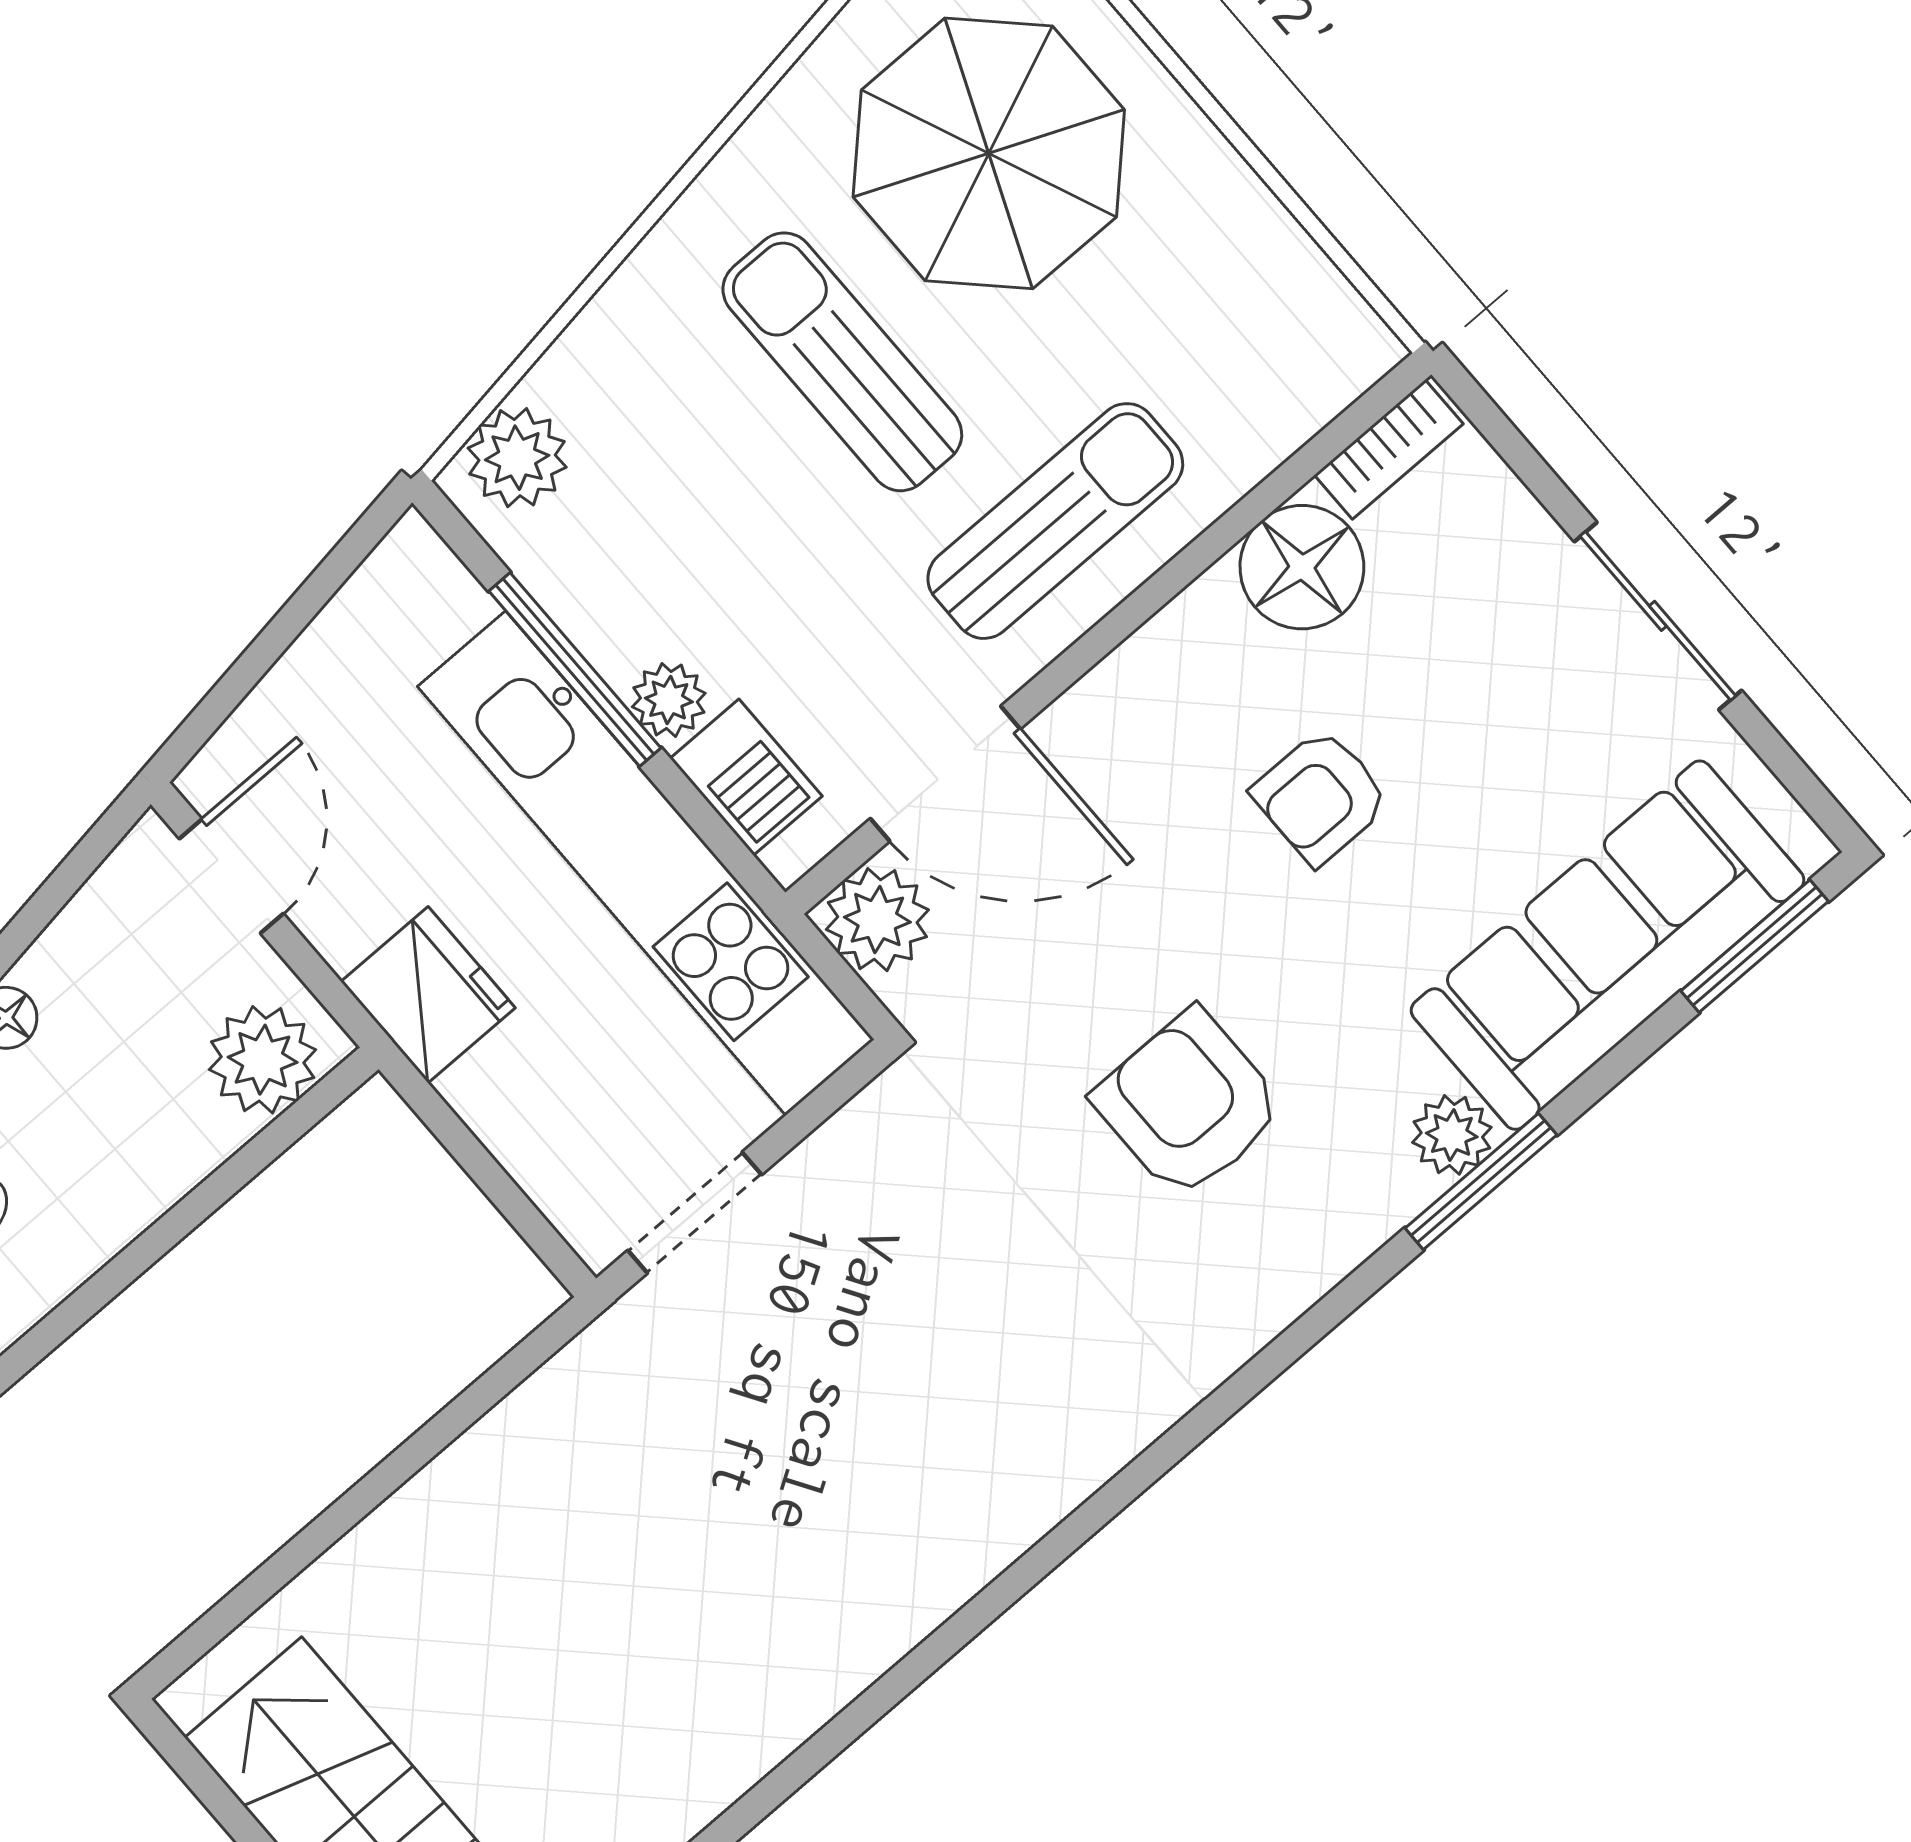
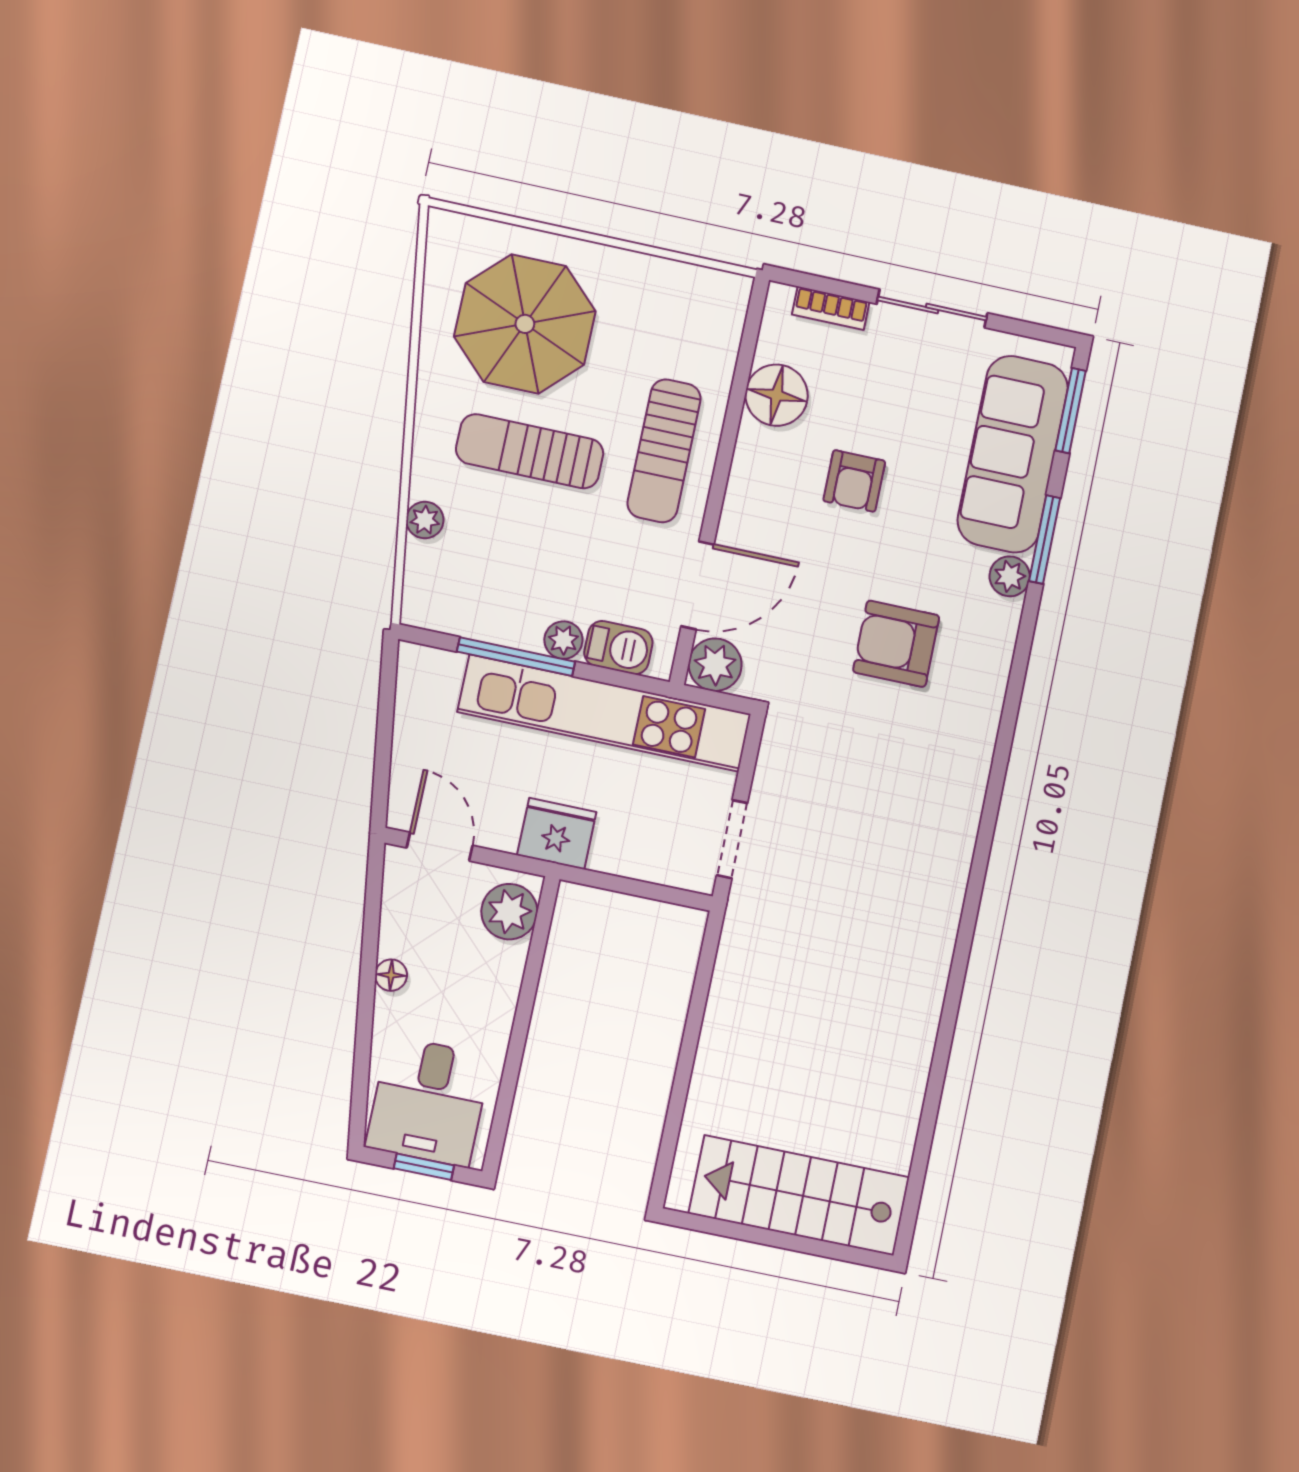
bookcase: (1389, 449) -> (831, 308), moved, turned 90
plant: (517, 458) -> (425, 520), moved, width x0.73, depth x0.73
sun lounger: (1055, 521) -> (664, 451), turned 180
window: (1481, 1182) -> (1045, 540), moved

